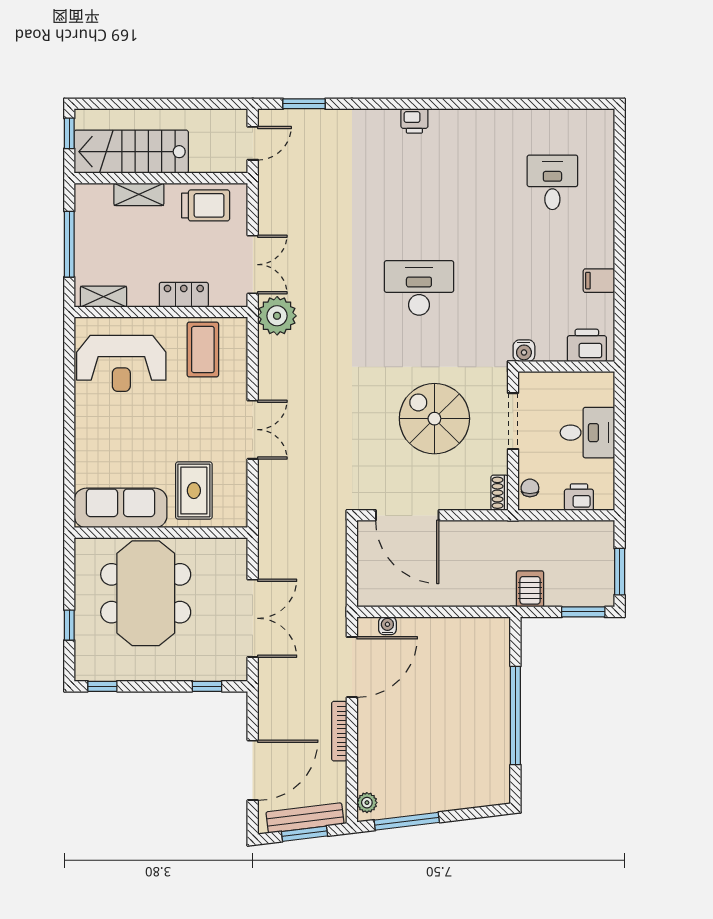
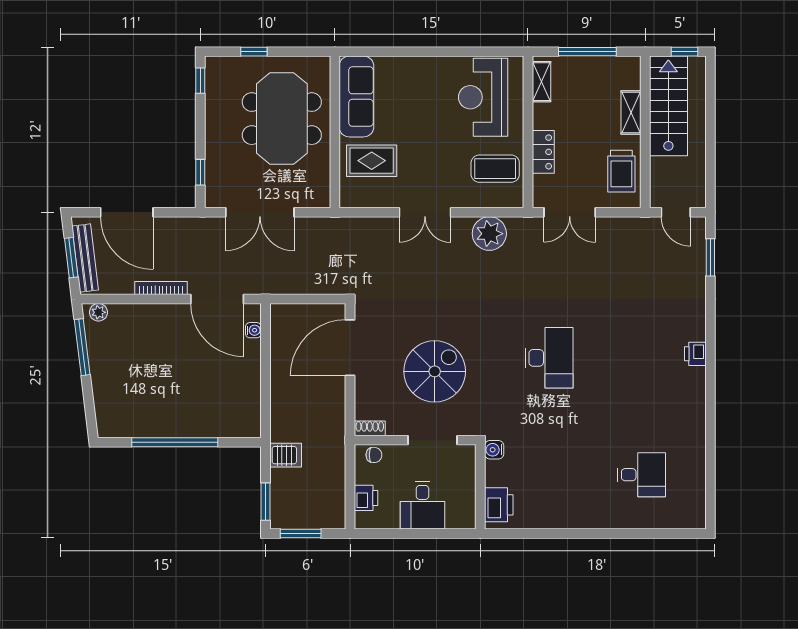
filing cabinet: (599, 281) -> (556, 515), removed
plant: (277, 316) -> (489, 234), moved
meeting table: (146, 593) -> (282, 119), turned 90

